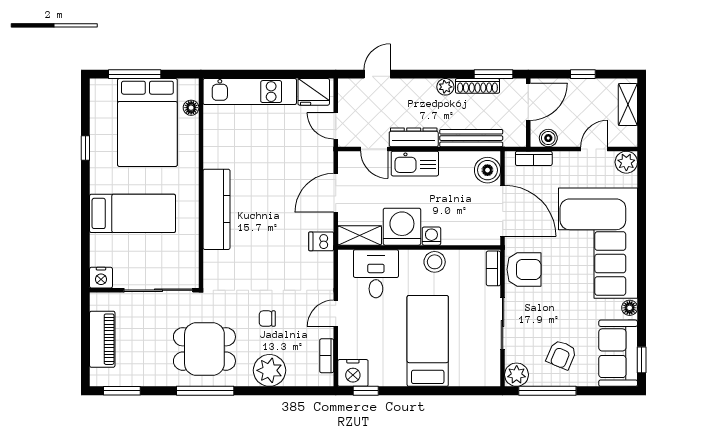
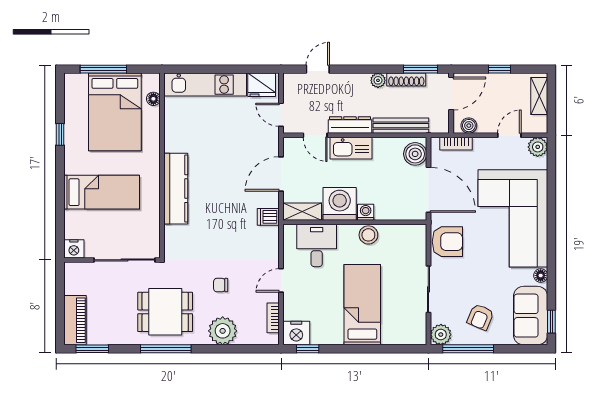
bookcase: (493, 268) -> (420, 241), removed
piano: (102, 339) -> (75, 320), moved

